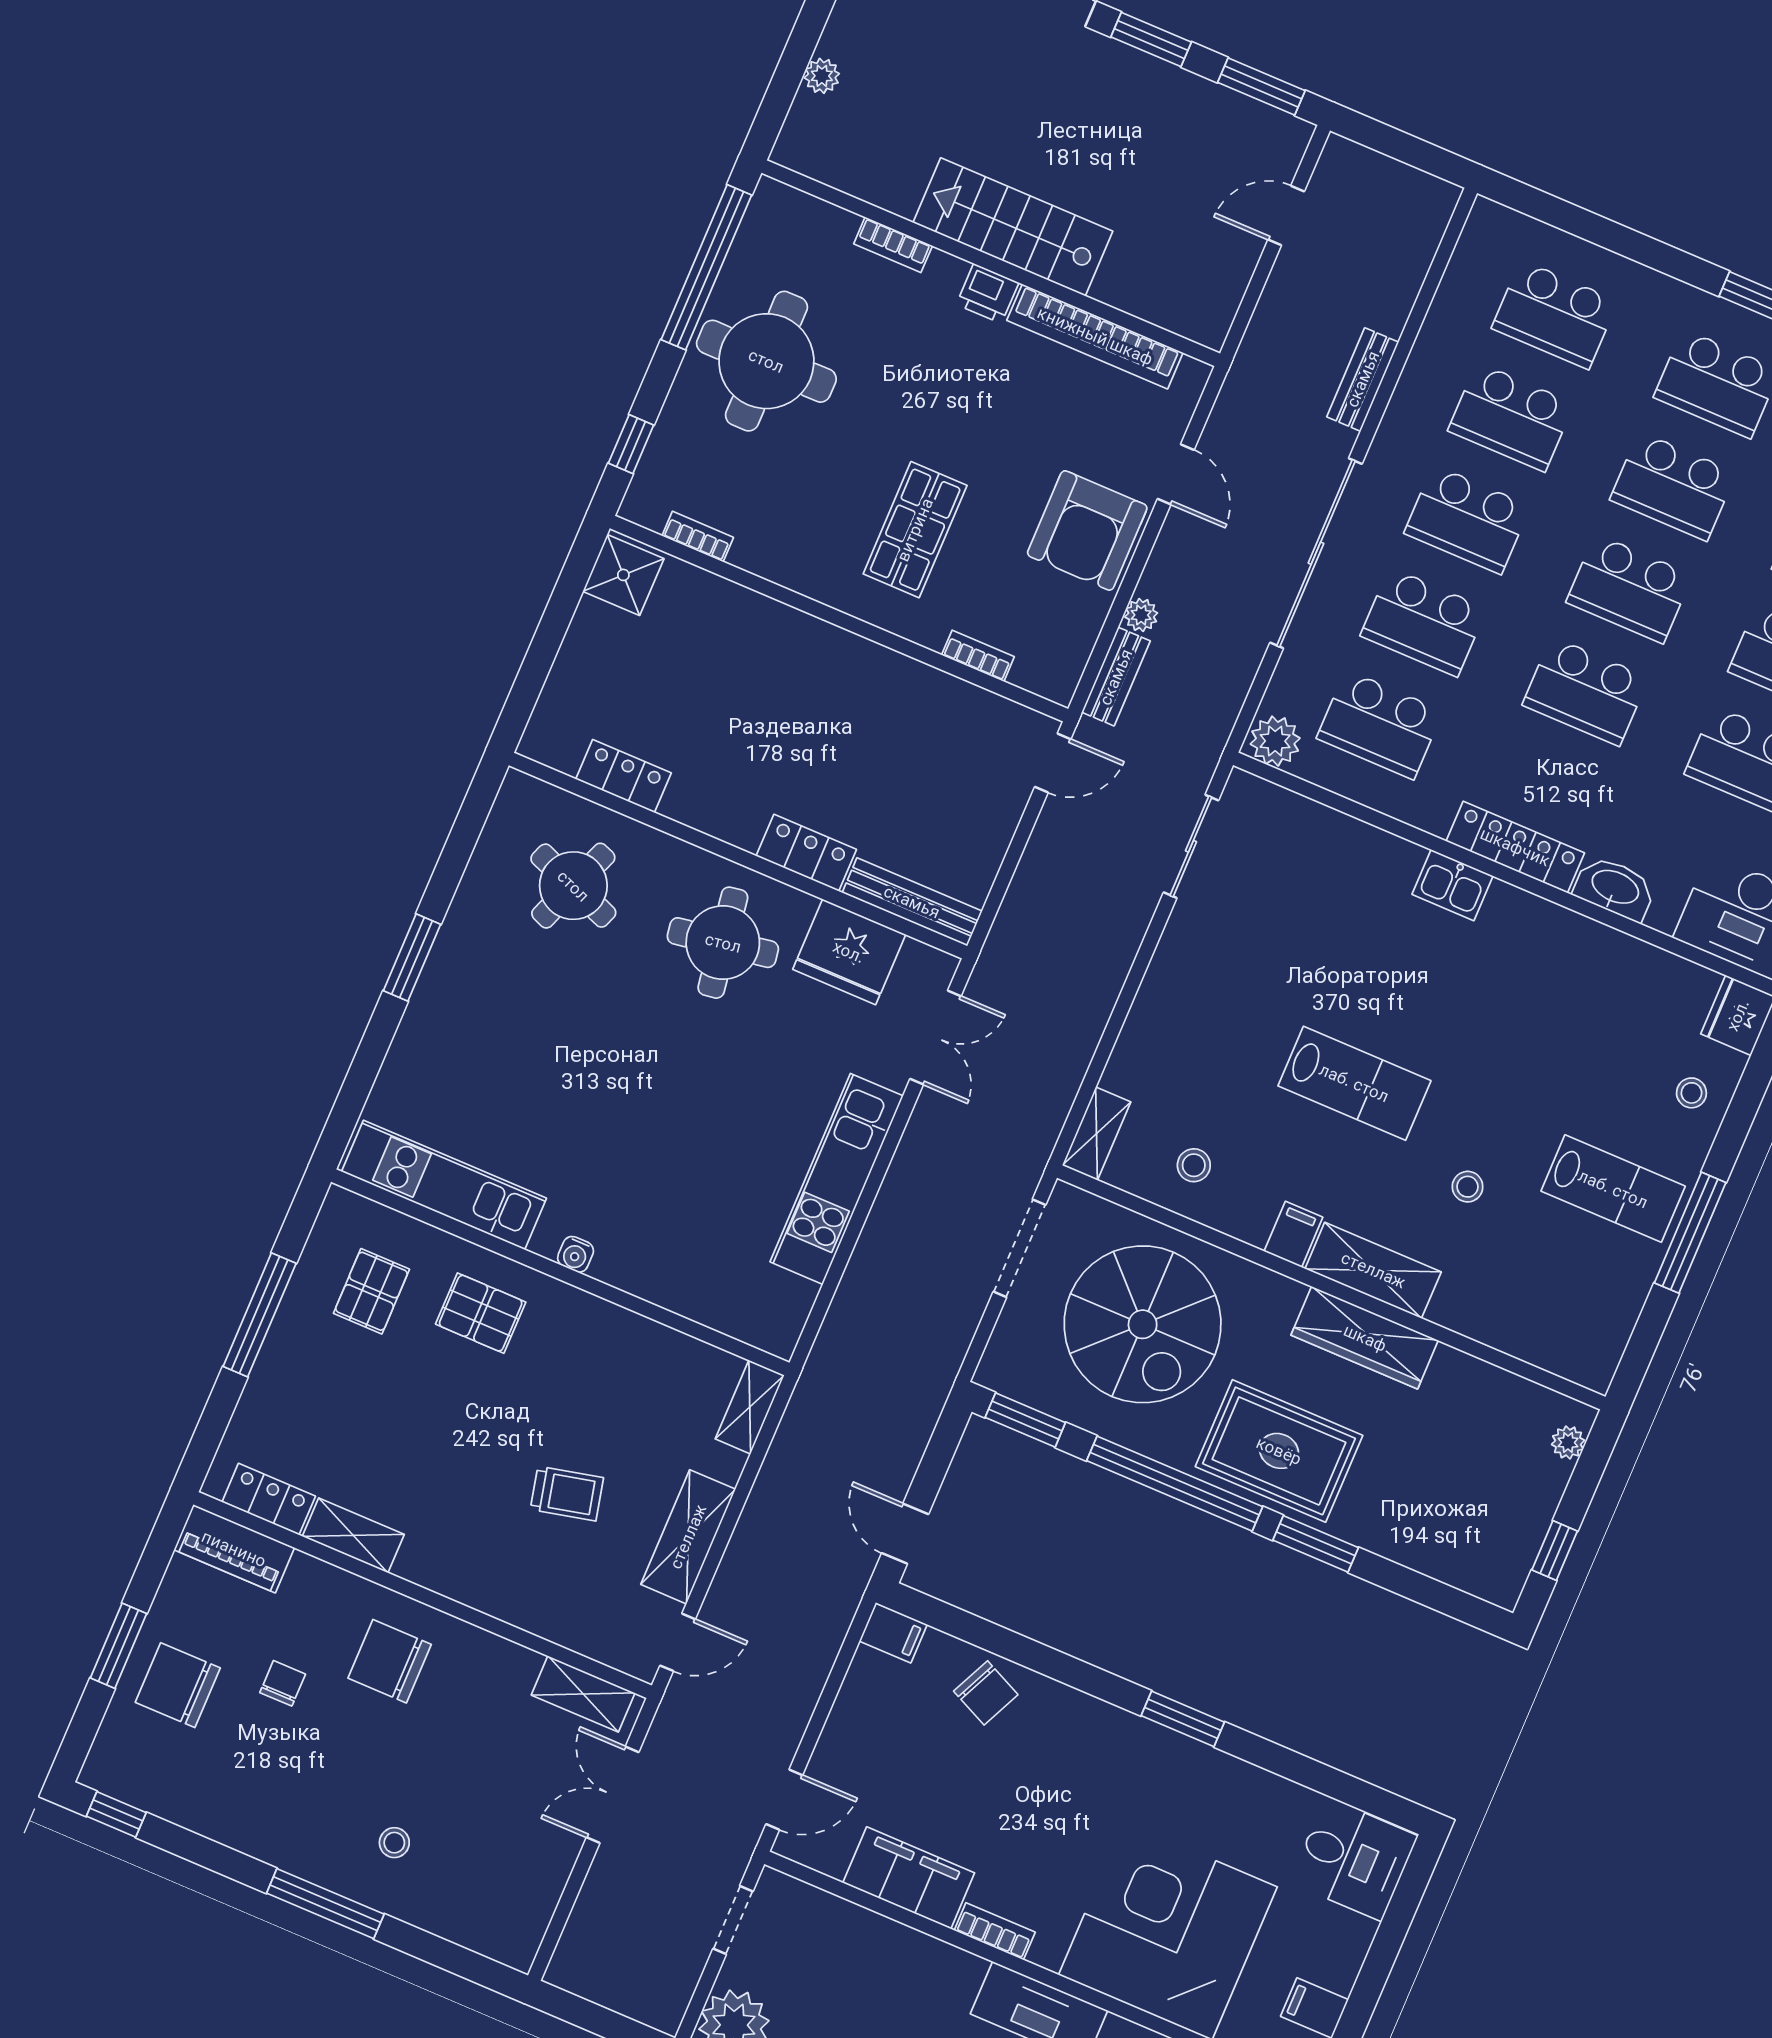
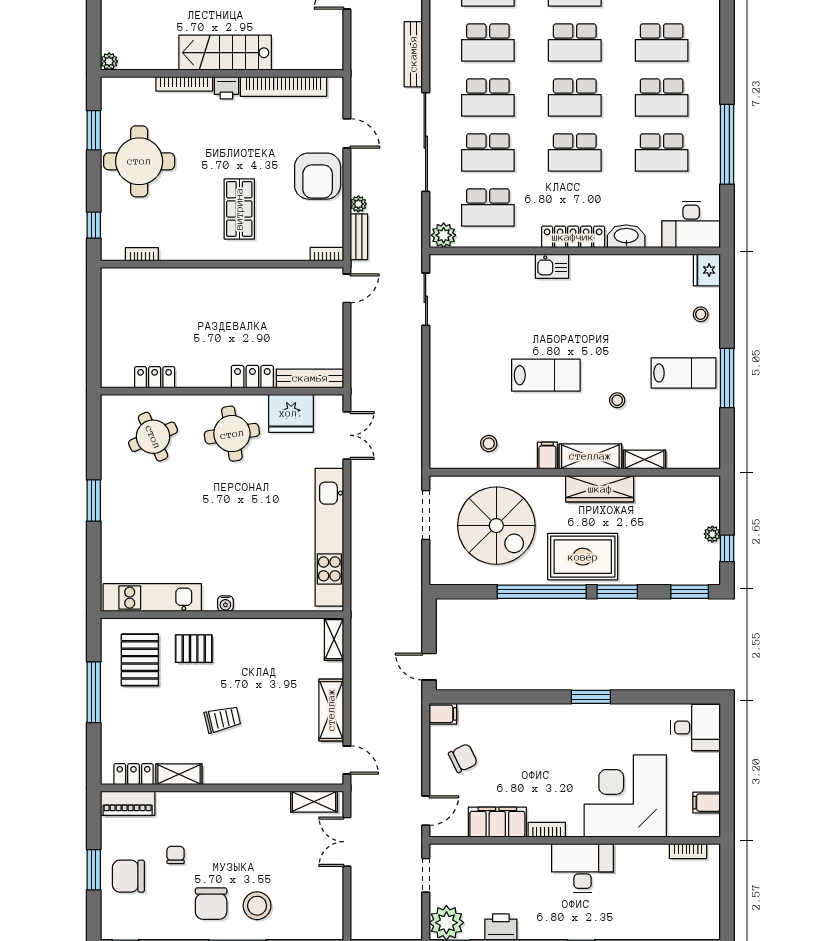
plant: (822, 76) -> (109, 61), moved
bookcase: (893, 245) -> (184, 84), width x1.56
window: (706, 267) -> (94, 130), width x0.47
bench: (1363, 379) -> (413, 54), width x1.36
shower: (623, 575) -> (116, 286), removed
bookcase: (978, 656) -> (327, 254), moved
round table: (573, 886) -> (153, 437), turned 45
shelving: (1097, 1134) -> (644, 460), moved, turned 90
kitchen unit: (837, 1179) -> (329, 537), width x1.36
pallet: (371, 1291) -> (140, 660), width x1.50, depth x1.42
window: (1025, 1420) -> (690, 592), moved
plant: (1568, 1442) -> (712, 534), moved
trolley: (567, 1494) -> (222, 719), moved
door: (678, 1642) -> (347, 760), hinge flipped
chair: (390, 1661) -> (211, 904), moved, turned -90
chair: (986, 1693) -> (463, 758), moved, turned -51
stool: (394, 1843) -> (257, 906), width x1.89, depth x1.89

